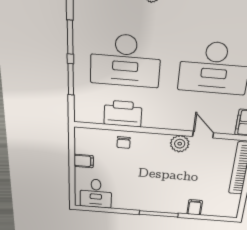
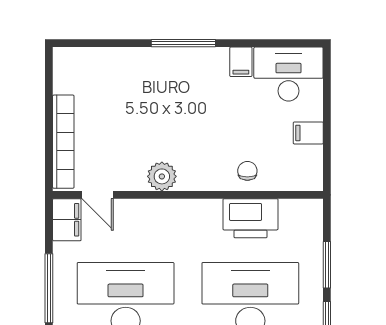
door: (203, 135) -> (98, 195), moved
desk: (96, 193) -> (288, 74), width x1.37
filing cabinet: (195, 207) -> (241, 62), moved

